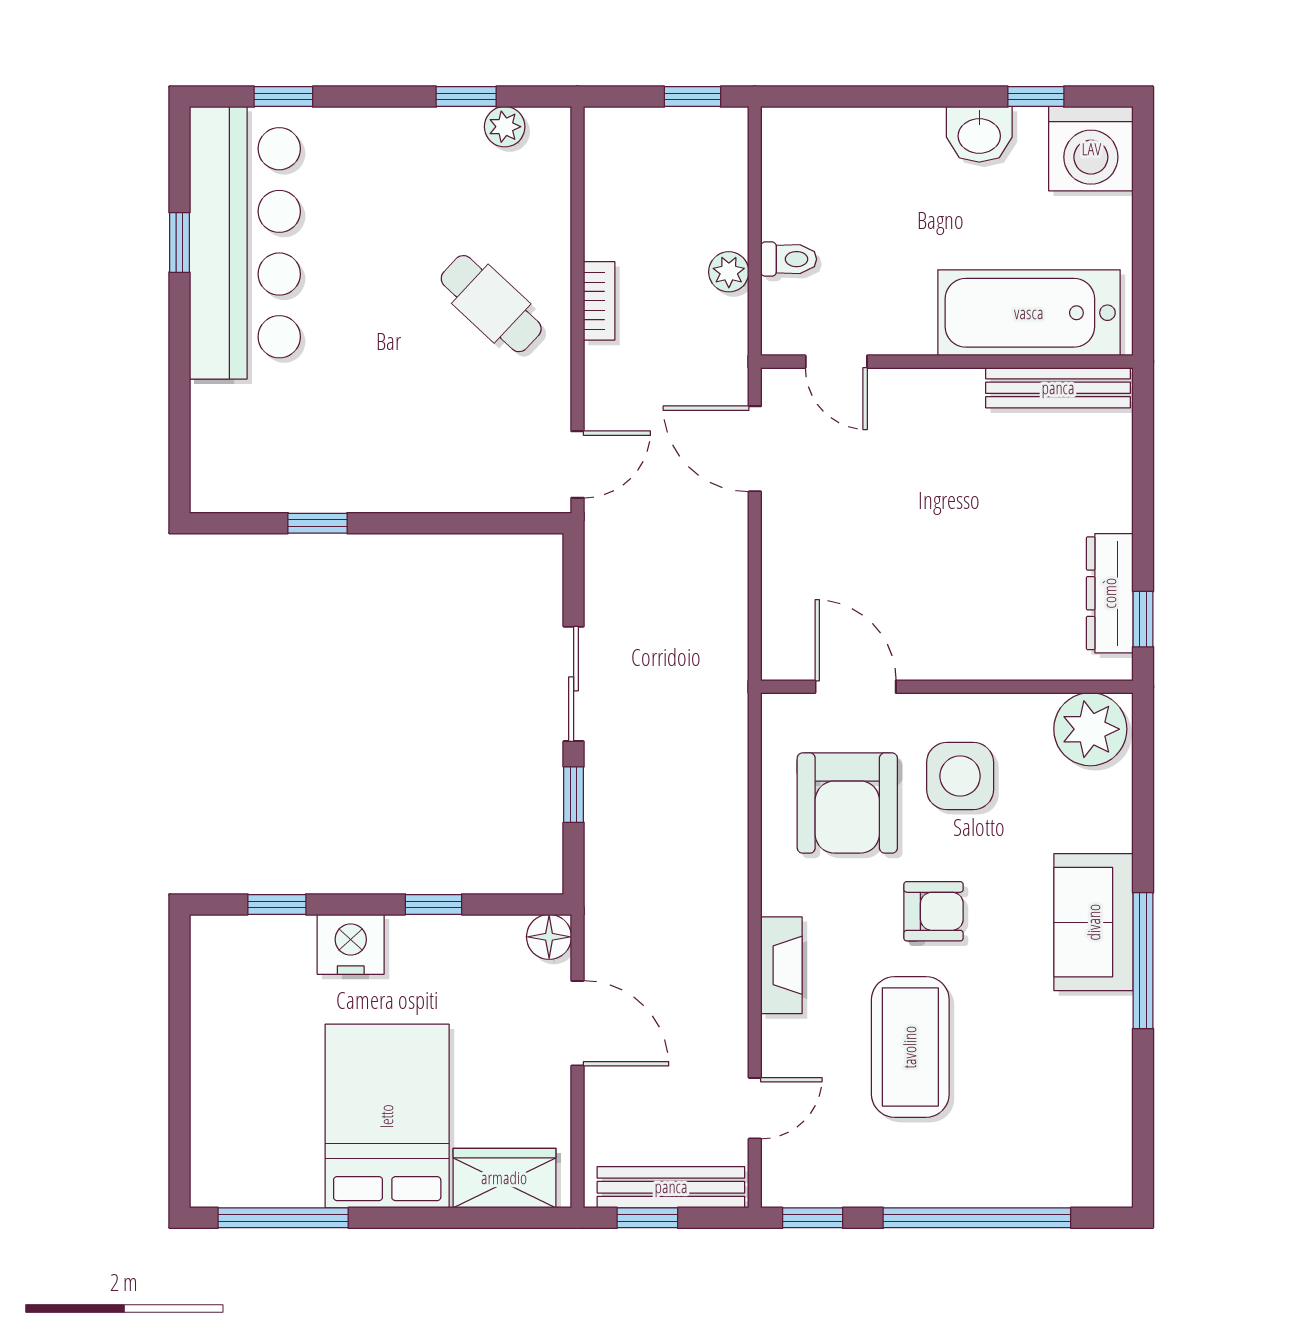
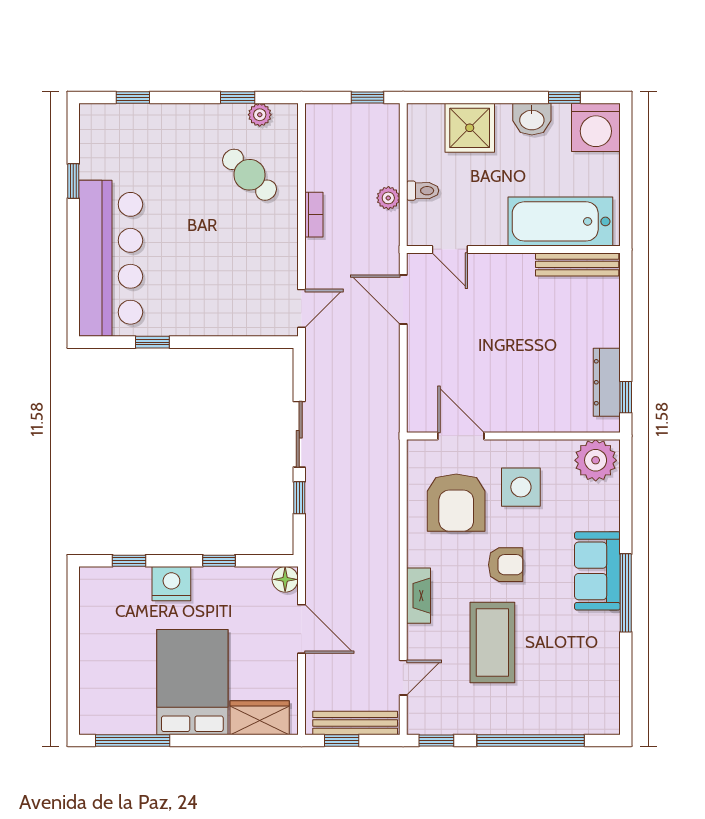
shower: (871, 149) -> (470, 128), added
bar counter: (245, 243) -> (111, 258), moved
cafe table: (491, 304) -> (249, 175), moved

